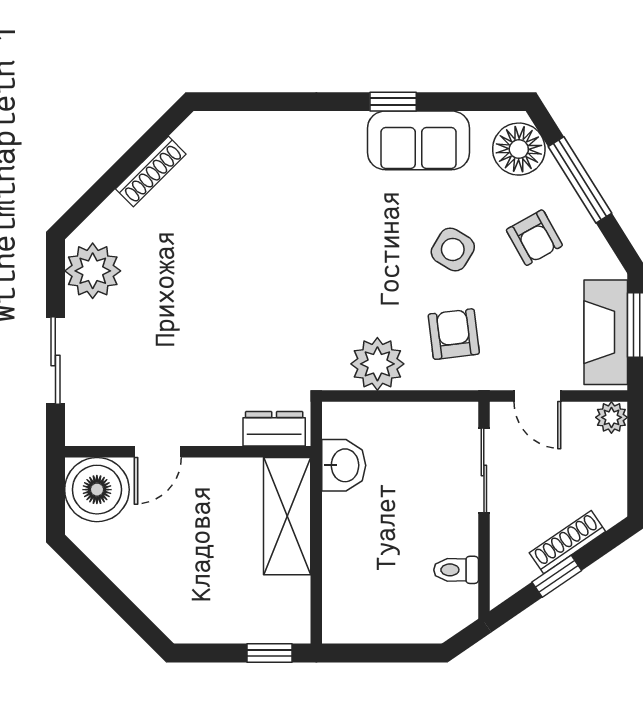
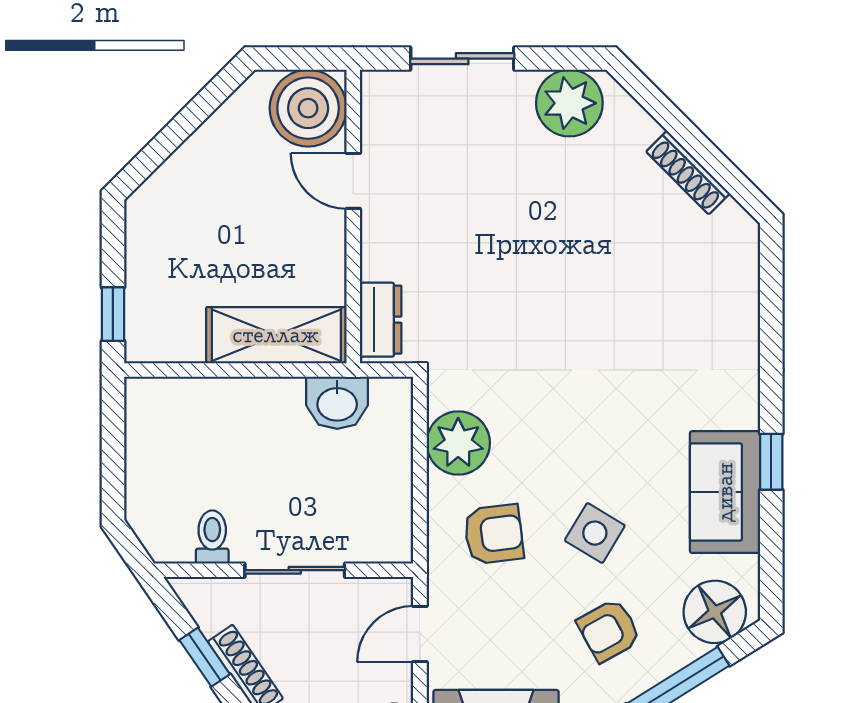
sliding door: (484, 470) -> (295, 570), moved

